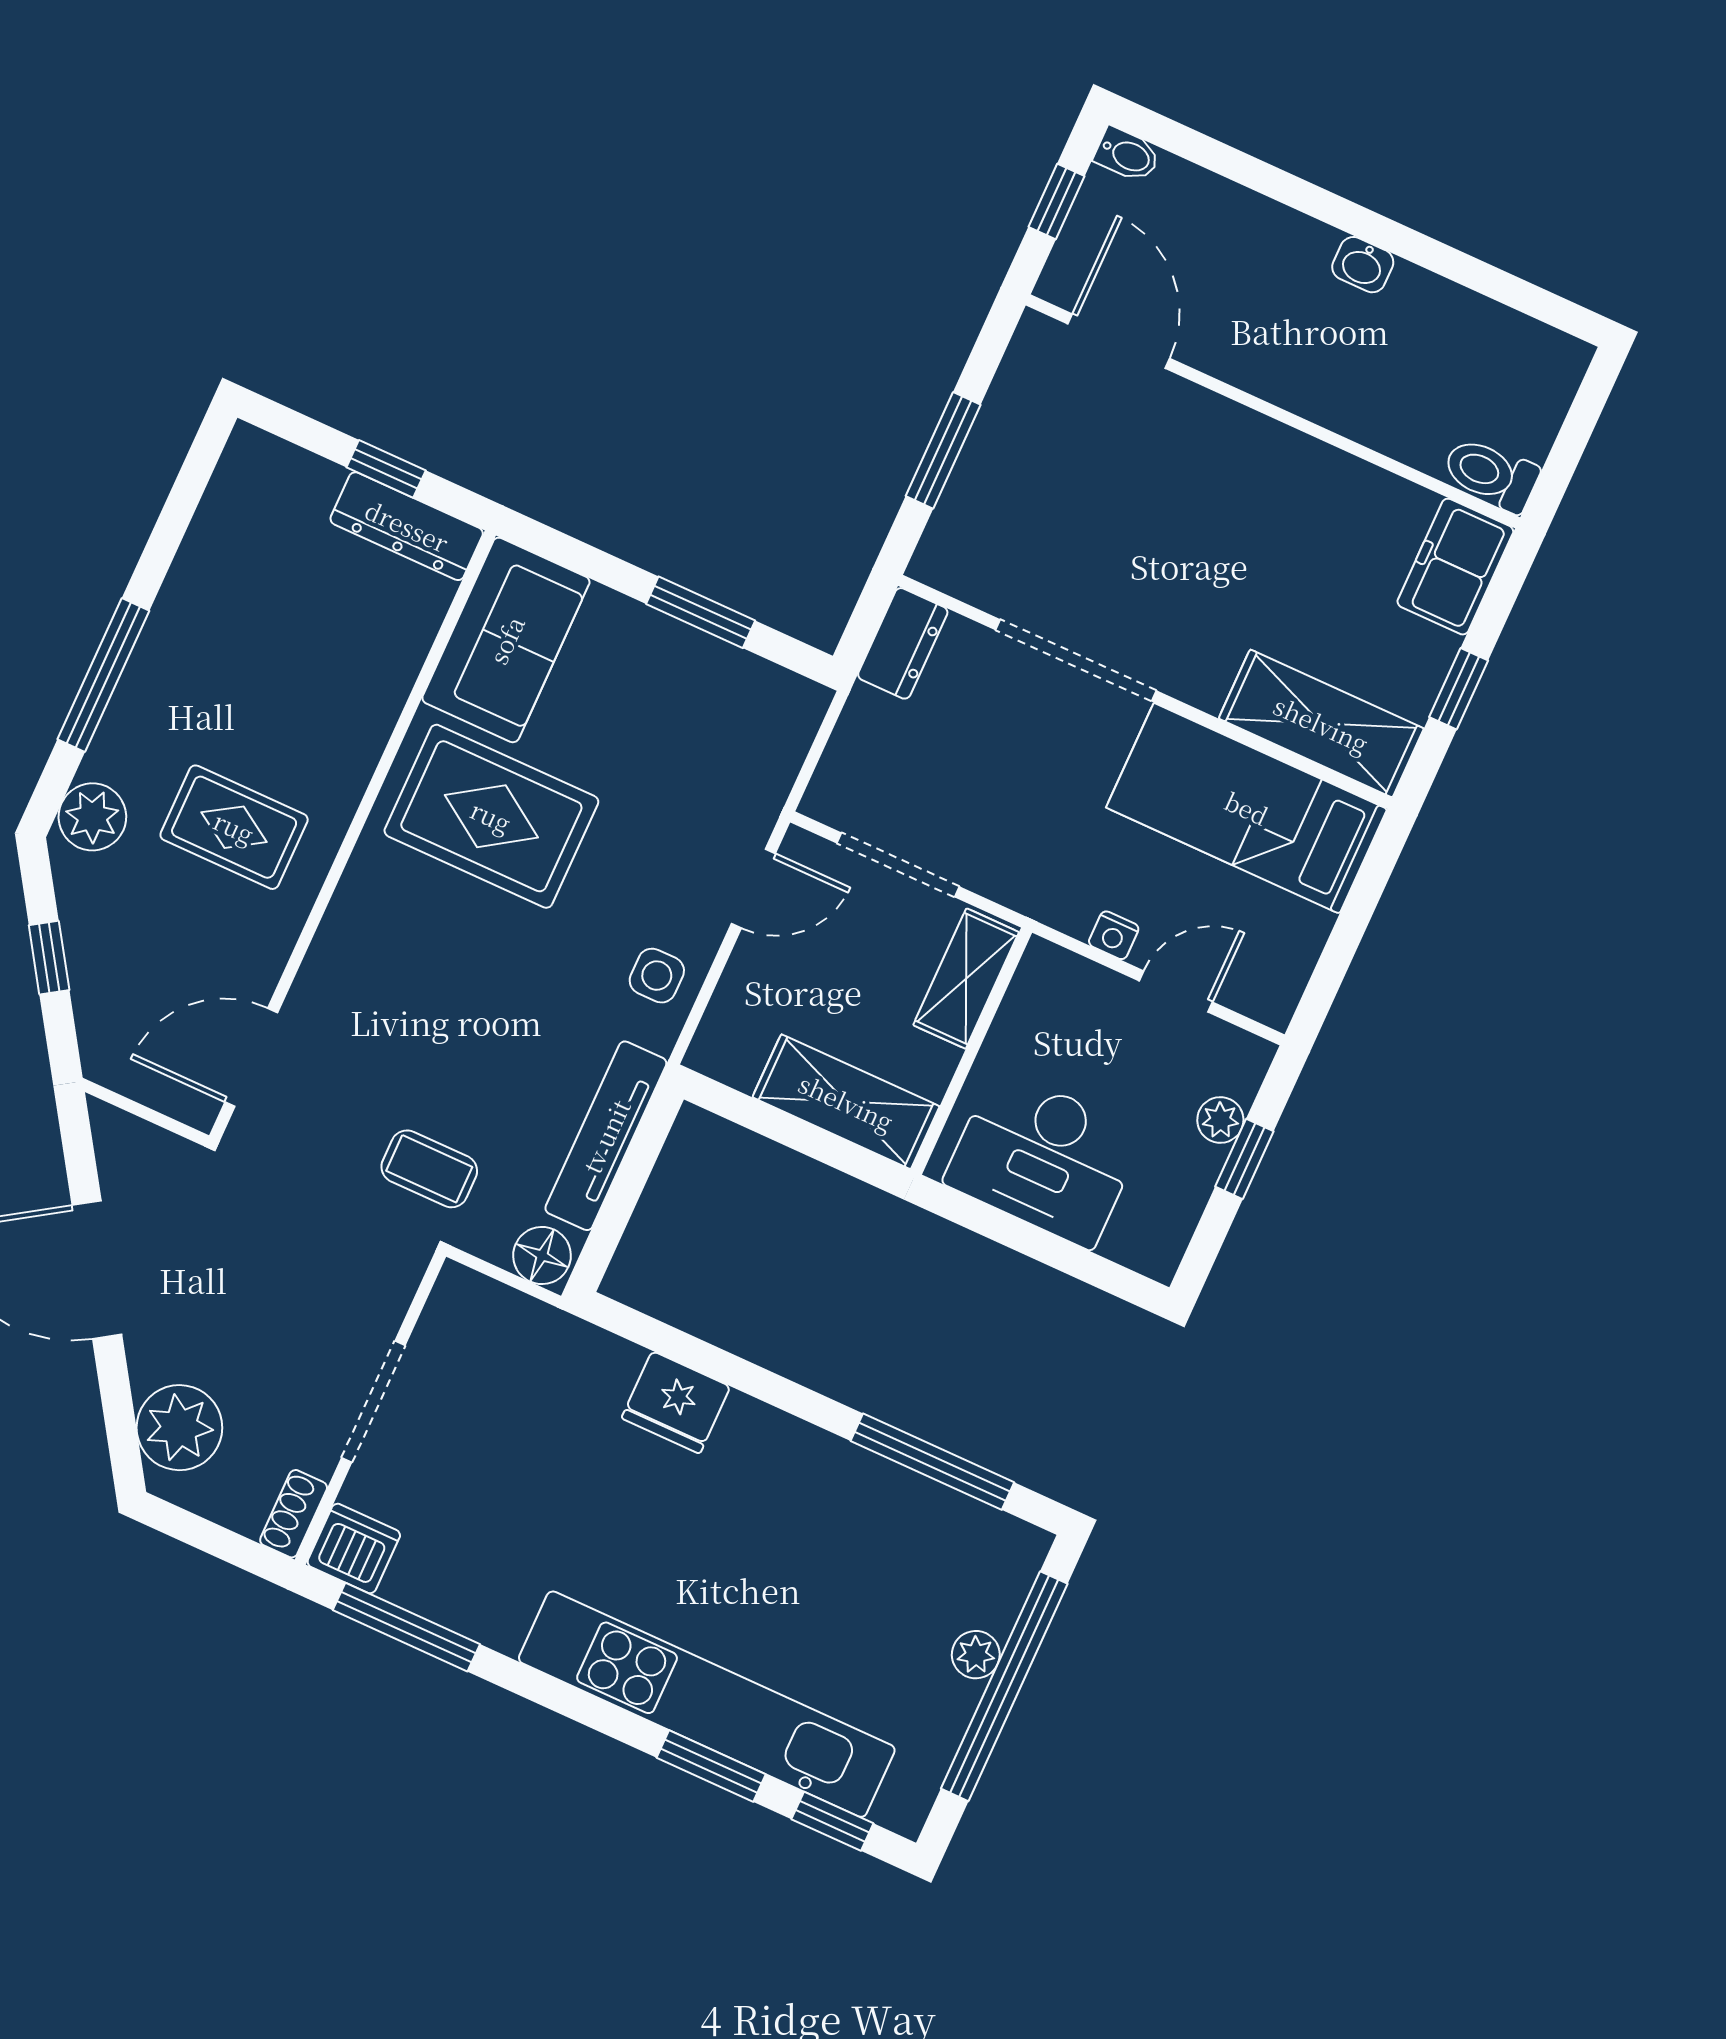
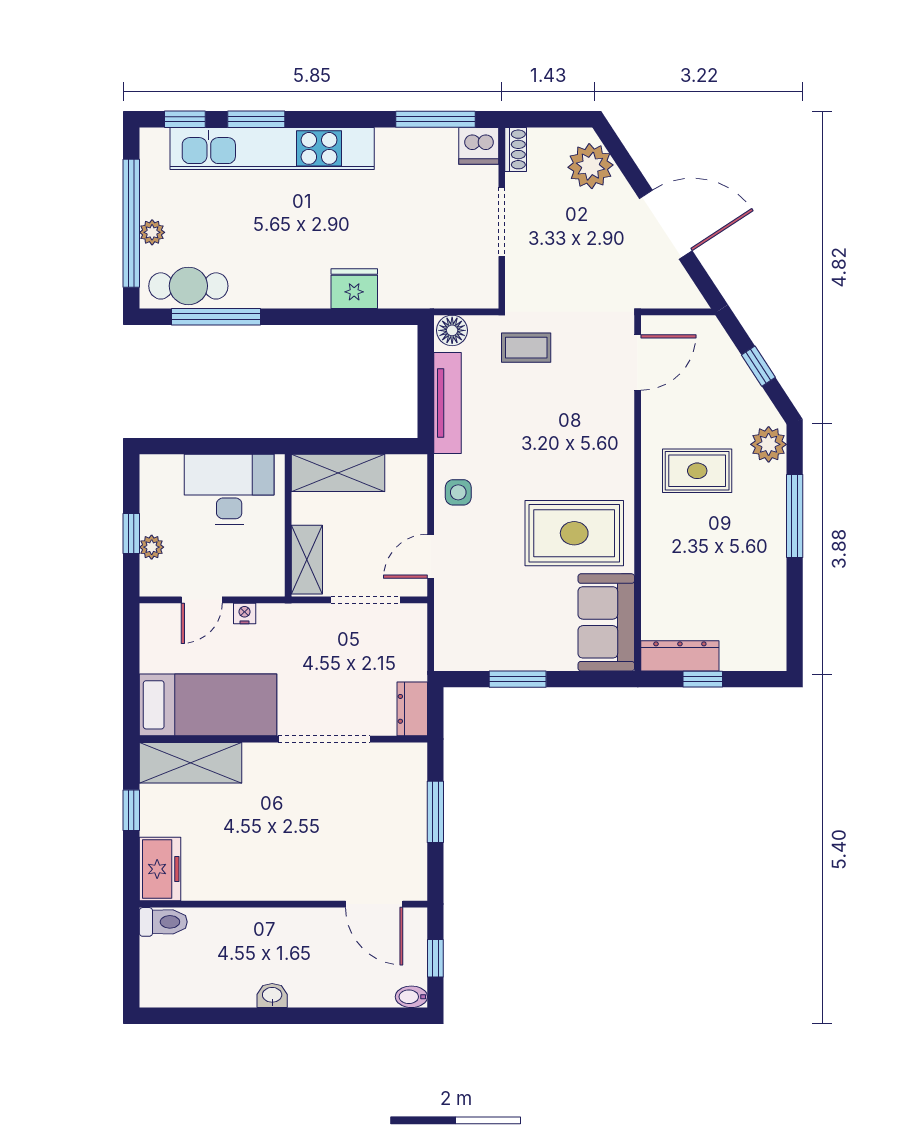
cafe table: (955, 1535) -> (188, 286), added

